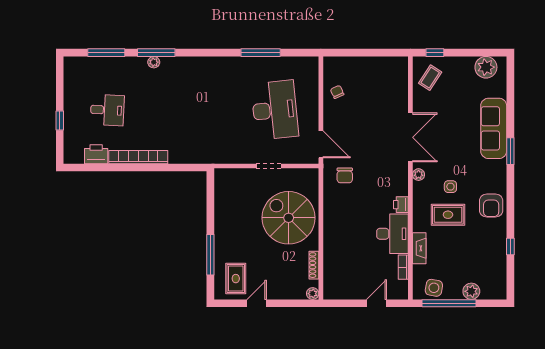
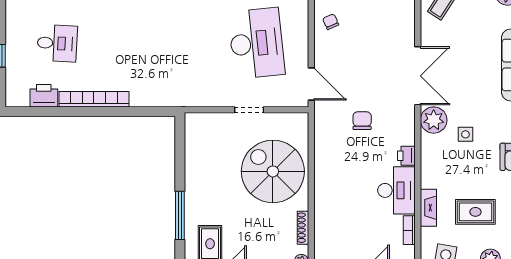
chair: (345, 175) -> (362, 121), moved, turned 180
plant: (419, 175) -> (434, 120), width x1.88, depth x1.88
rug: (448, 215) -> (475, 212), moved

